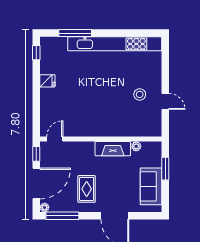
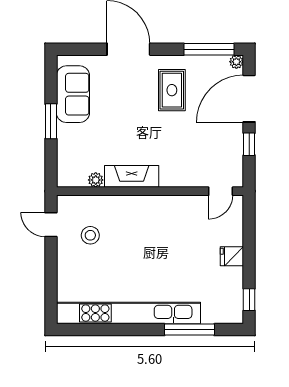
door: (55, 139) -> (221, 191), moved
wall: (101, 139) -> (150, 191), moved
plant: (136, 146) -> (96, 180), moved
fireplace: (113, 149) -> (132, 176), moved

